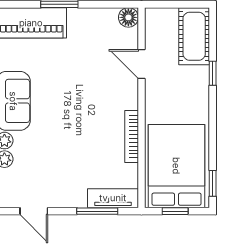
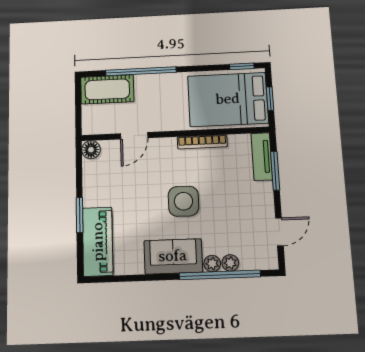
window: (213, 73) -> (141, 71), width x3.17
side table: (69, 114) -> (183, 201), added

